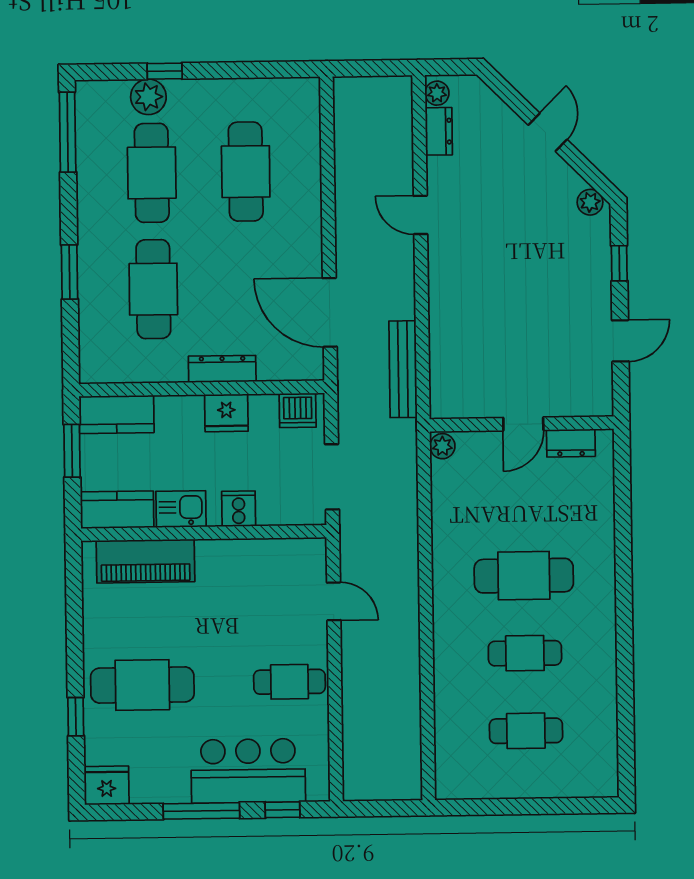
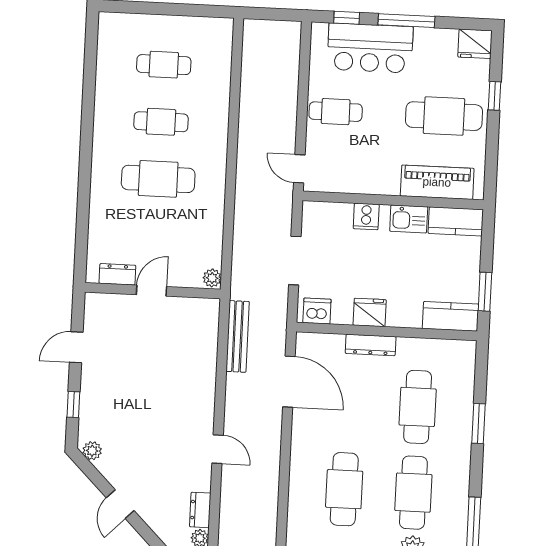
kitchen sink: (181, 509) -> (409, 219), moved
cooker: (239, 509) -> (366, 217), moved
kitchen counter: (117, 510) -> (456, 221), moved
wall: (204, 533) -> (393, 200), moved
piano: (145, 561) -> (437, 182), moved

